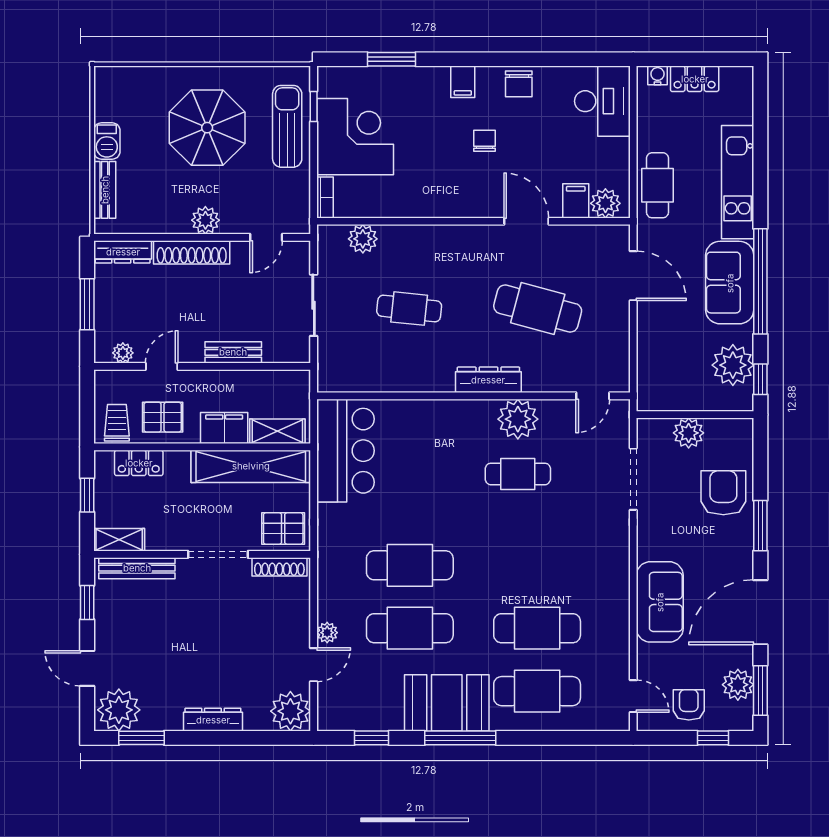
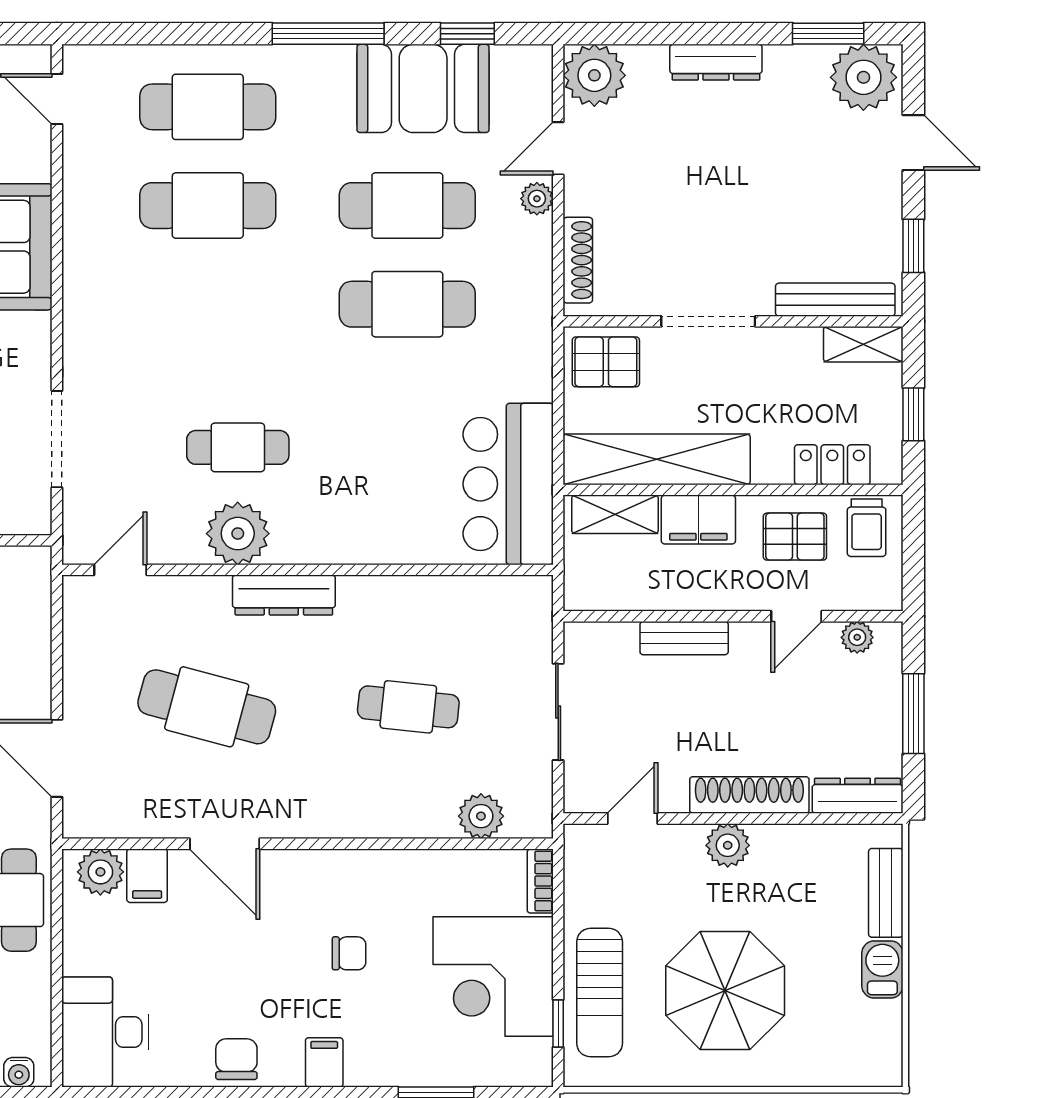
chair: (484, 141) -> (349, 953), moved, turned -90
shoe rack: (279, 567) -> (578, 260), moved, turned 90
booth: (447, 703) -> (423, 88), moved

